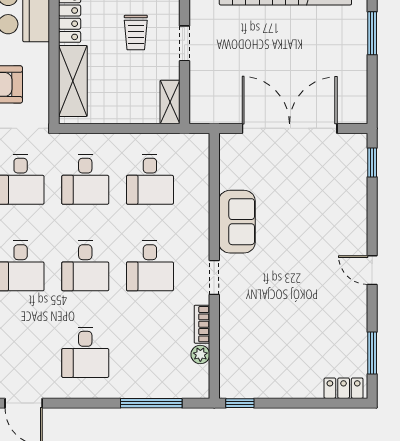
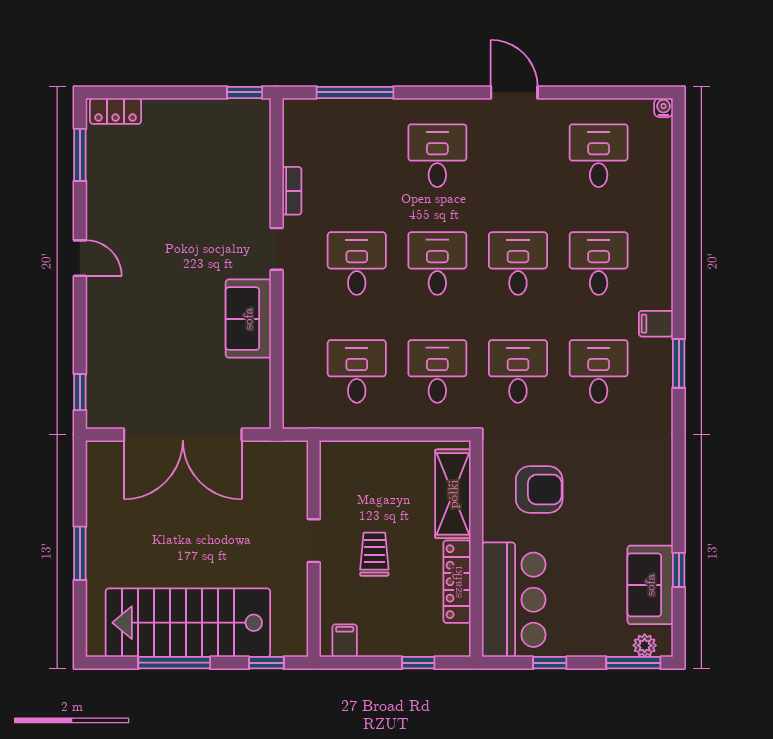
shelving: (170, 102) -> (332, 468), removed
plant: (200, 354) -> (294, 153), removed

